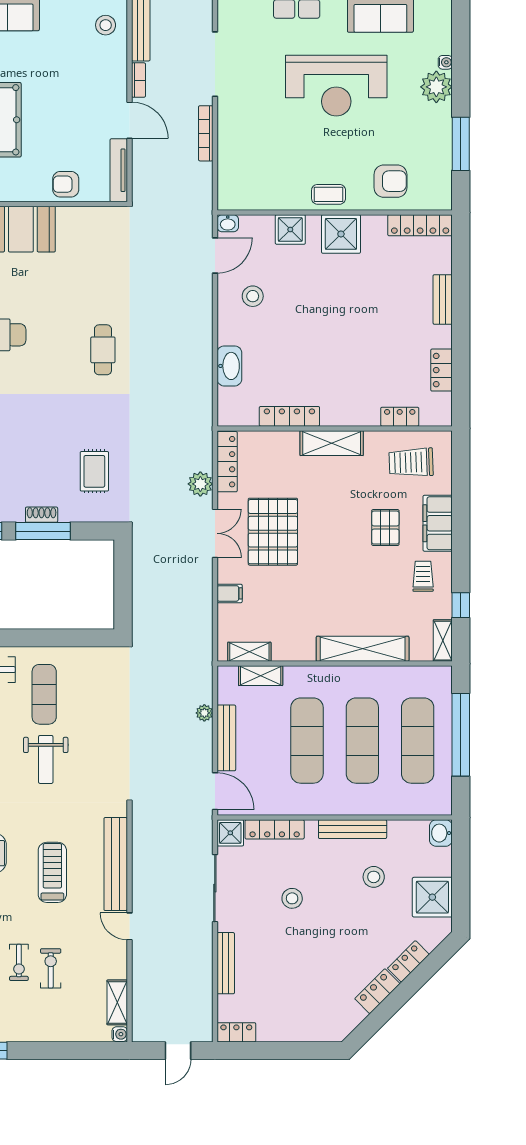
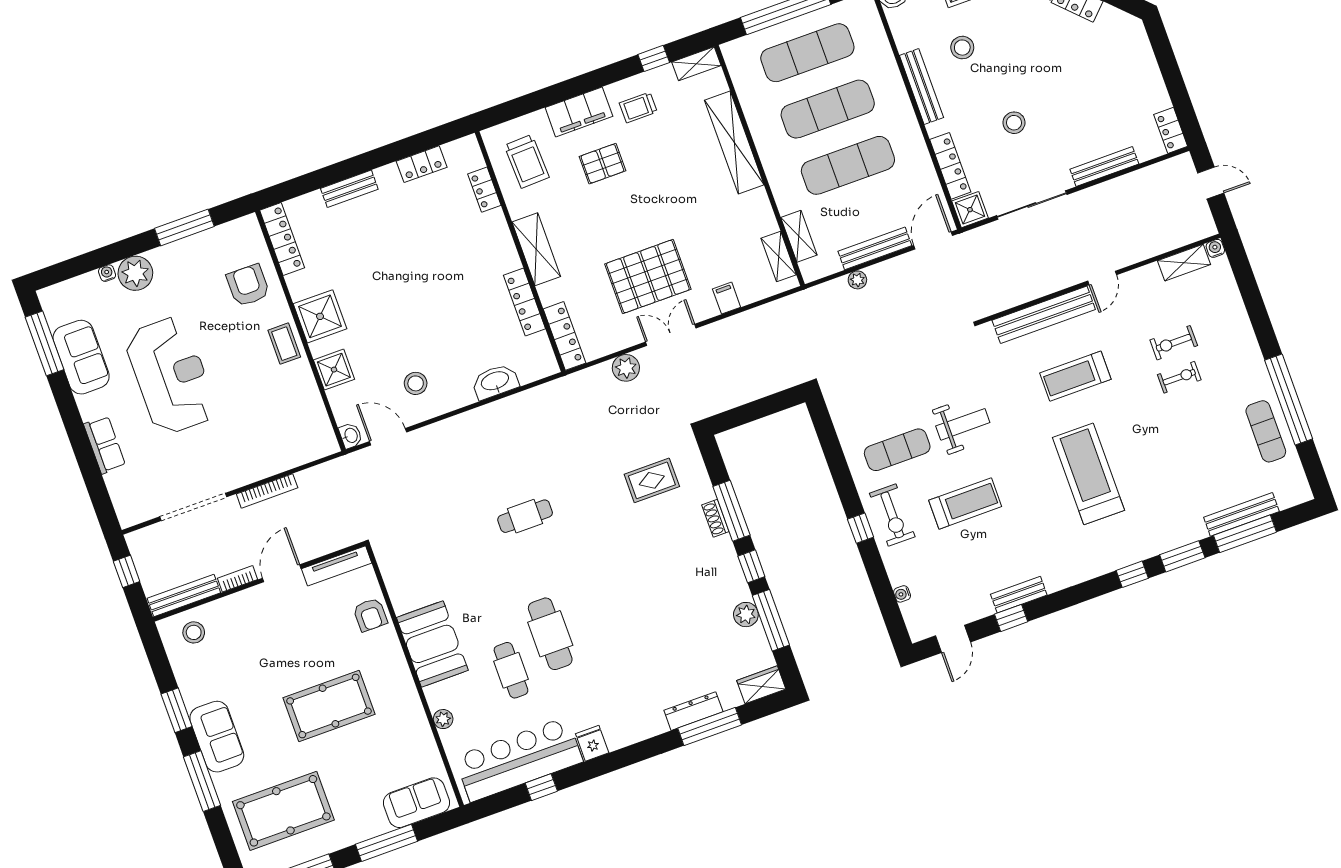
locker: (227, 462) -> (565, 336), moved, turned 90

